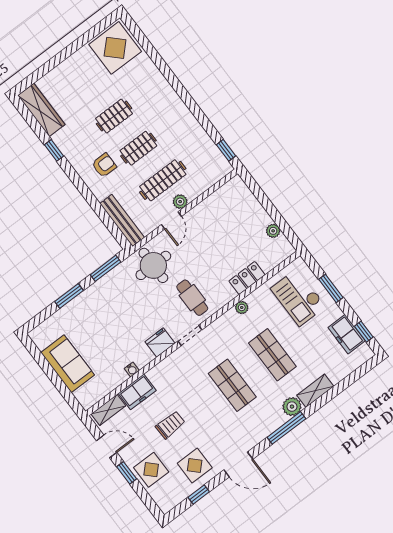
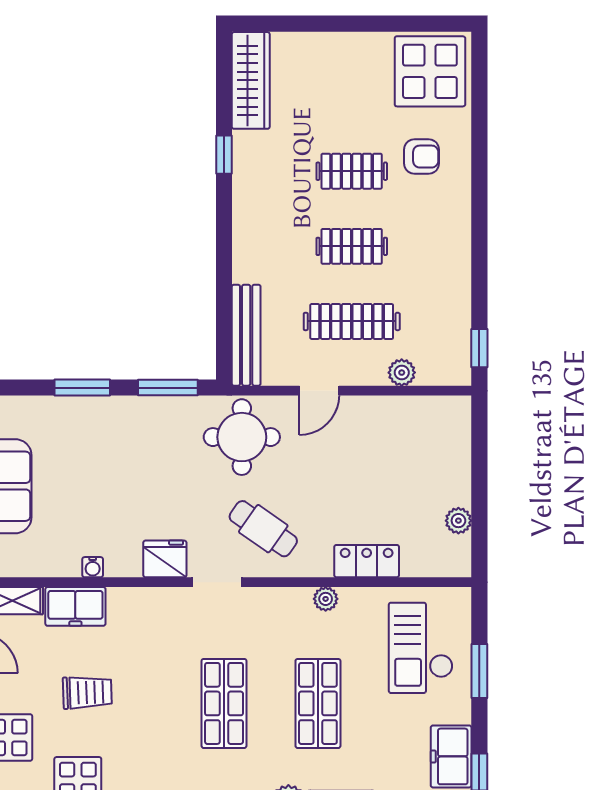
armchair: (104, 165) -> (422, 157), moved
plant: (180, 202) -> (402, 373), moved
cafe table: (192, 298) -> (263, 529), turned -55

